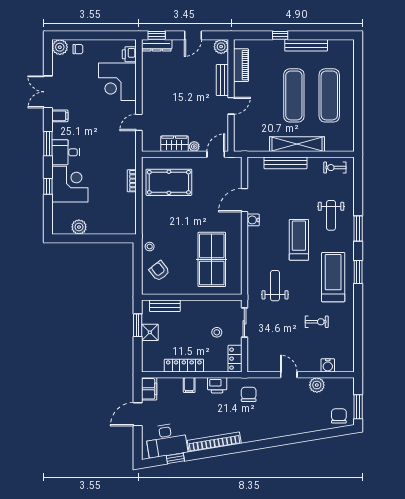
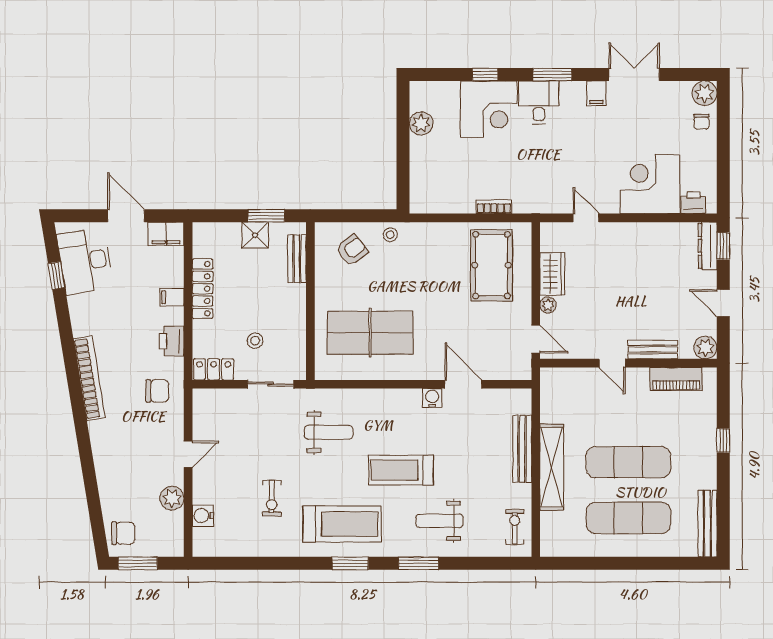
bench: (306, 45) -> (708, 524), moved
treadmill: (299, 240) -> (401, 470), turned 180
bookcase: (214, 442) -> (89, 378), moved

